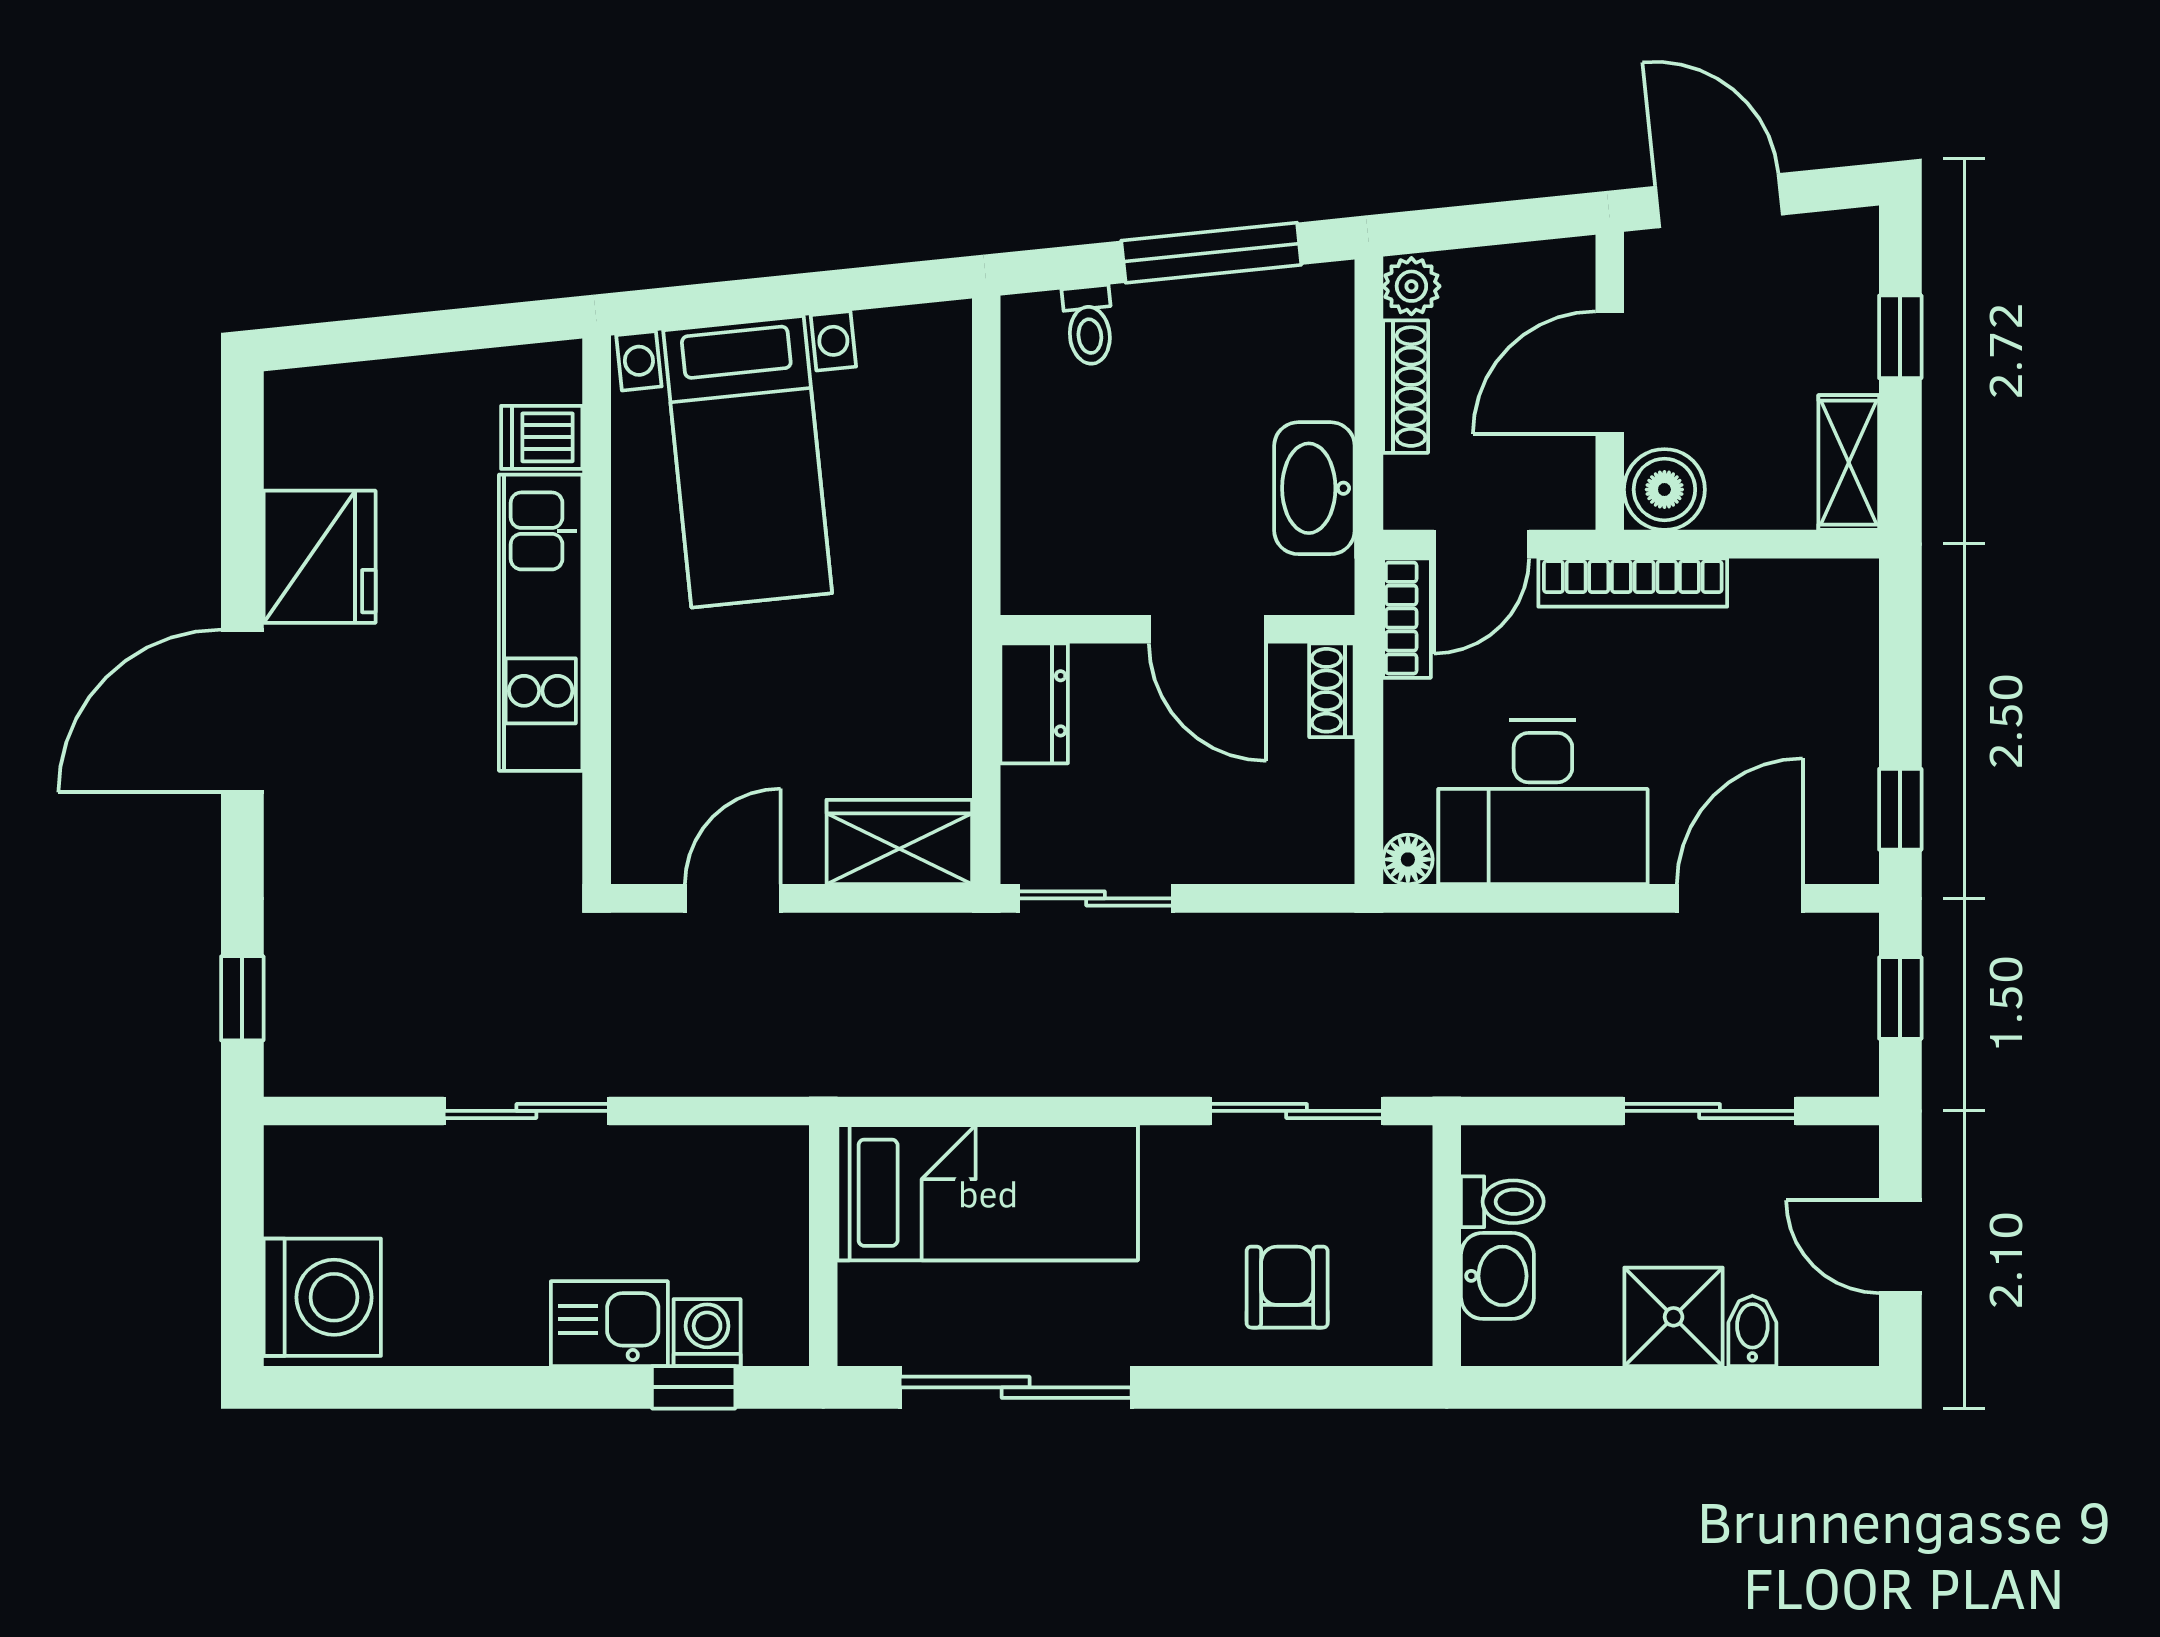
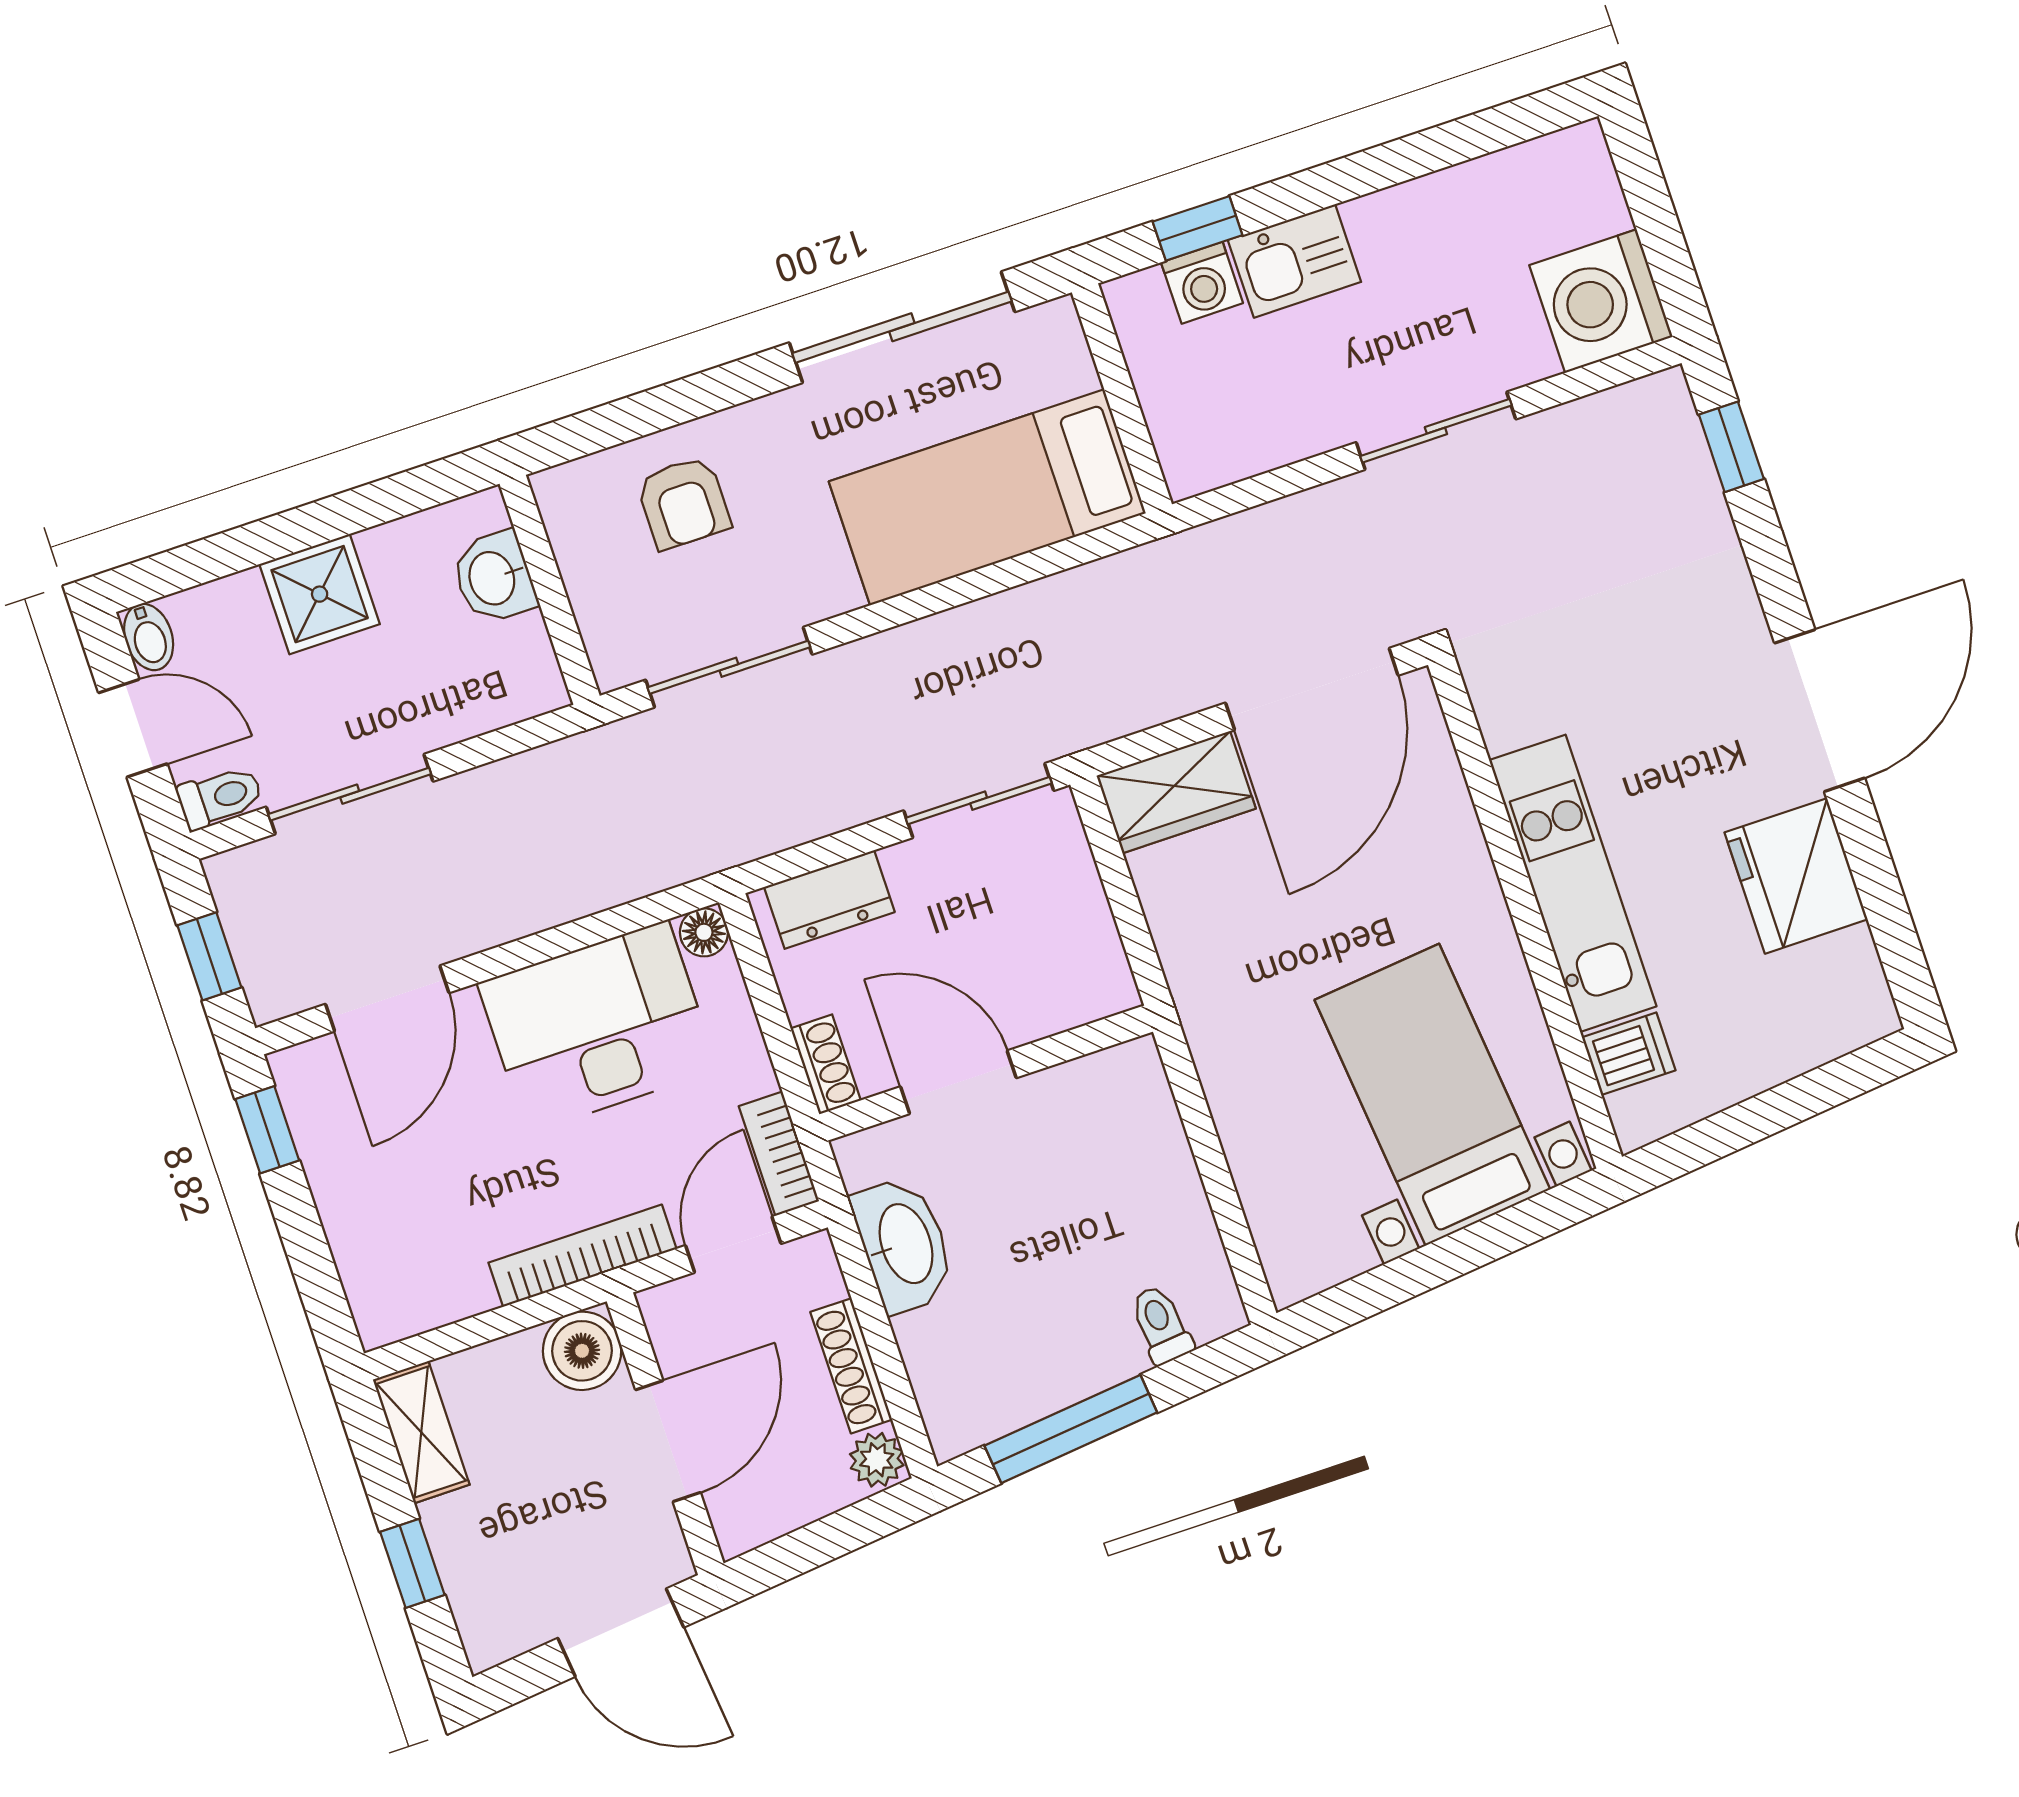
dresser: (1034, 703) -> (829, 900), moved, turned -90
door: (733, 898) -> (1312, 689), width x1.87
toilet: (1502, 1202) -> (220, 797), moved, turned 180
washing machine: (322, 1297) -> (1601, 301), moved
bidet: (1752, 1331) -> (149, 637), moved

